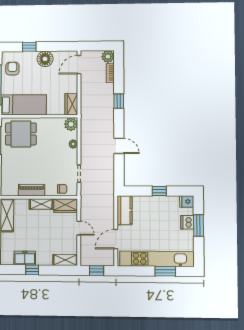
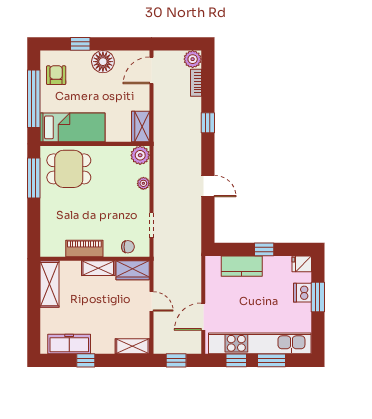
kitchen counter: (124, 210) -> (242, 266), moved, turned 90
freezer: (25, 258) -> (69, 344), width x1.40
window: (140, 271) -> (236, 360), added

